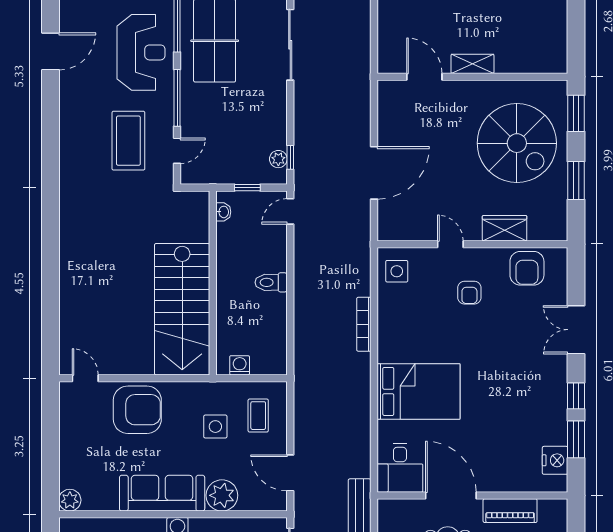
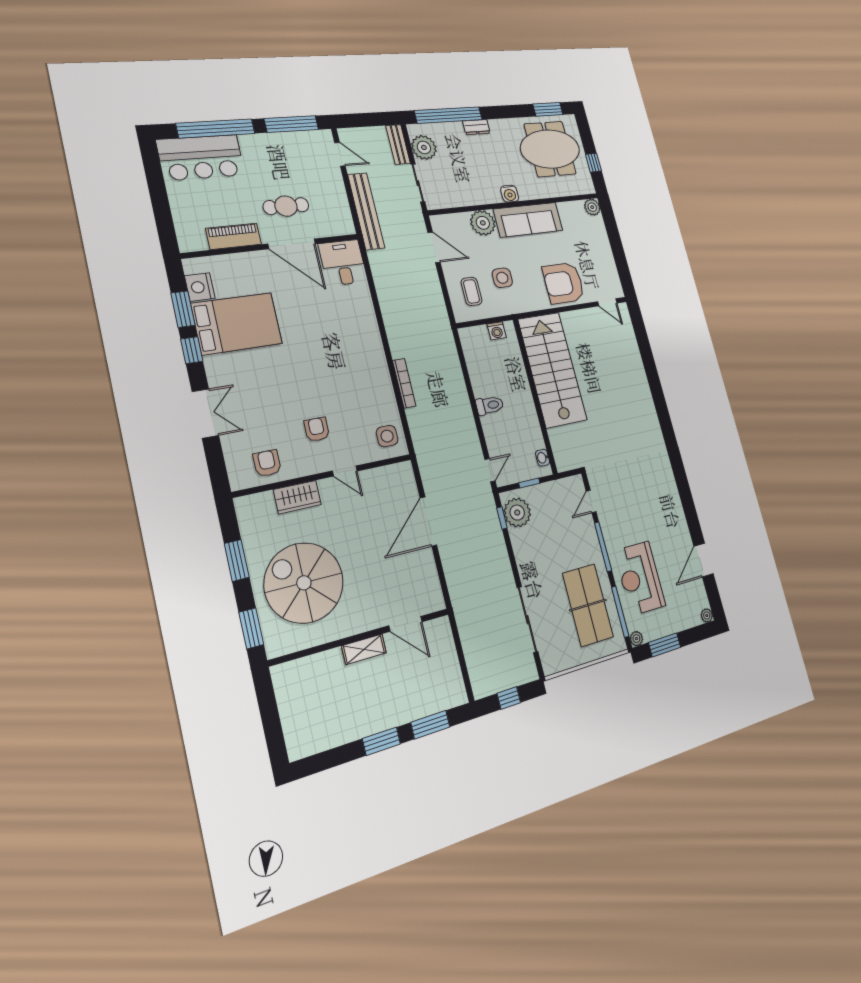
coffee table: (128, 141) -> (629, 501), removed
plant: (278, 159) -> (517, 513), width x1.88, depth x1.88
armchair: (527, 268) -> (267, 463), width x0.72, depth x0.72
bed: (418, 391) -> (237, 324), moved, turned 180

